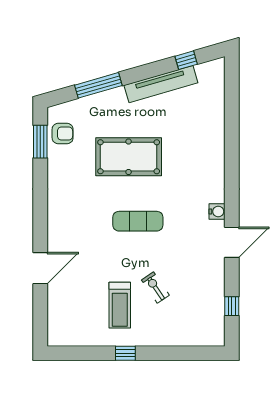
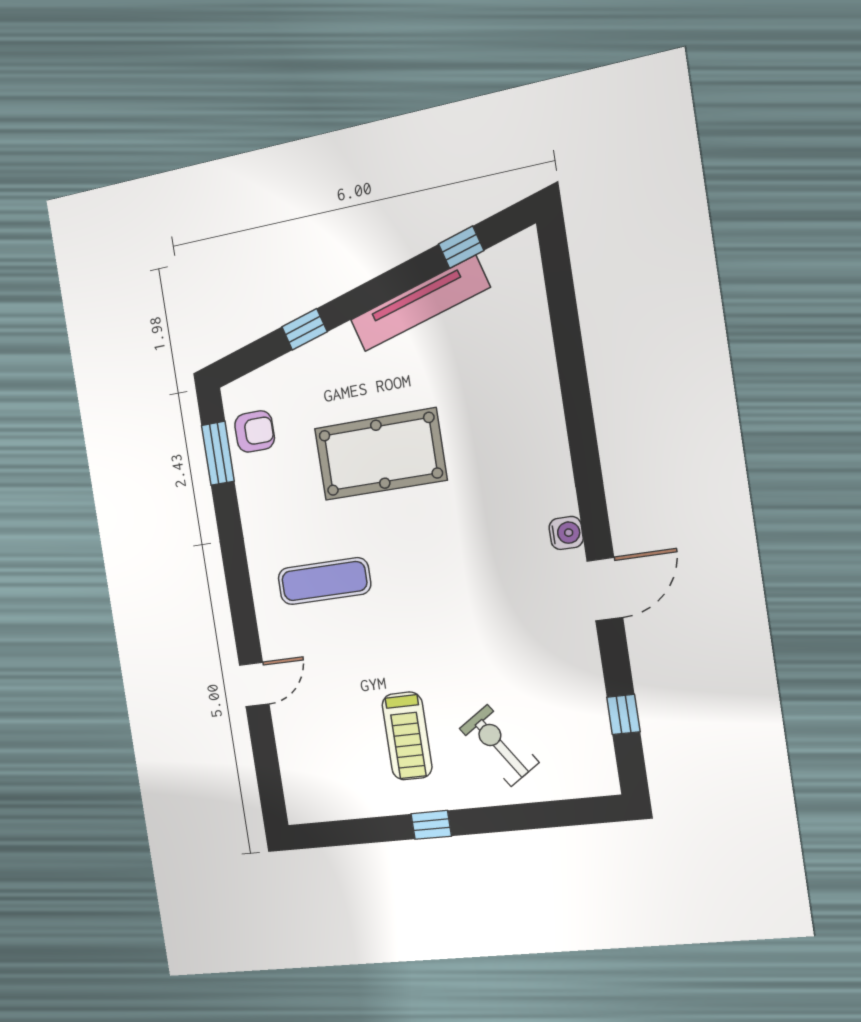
window: (98, 85) -> (304, 329), width x0.46
exercise mat: (138, 221) -> (324, 581), moved
door: (40, 268) -> (254, 685), width x0.73
exercise bike: (155, 288) -> (499, 745), moved, width x1.38, depth x1.39

